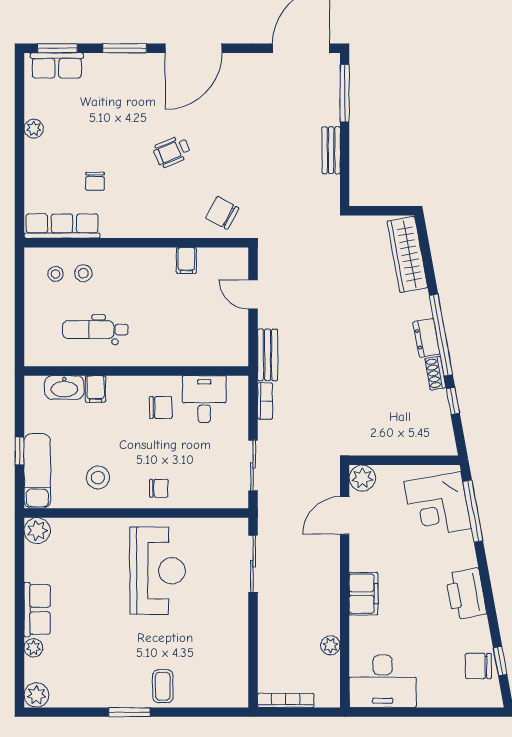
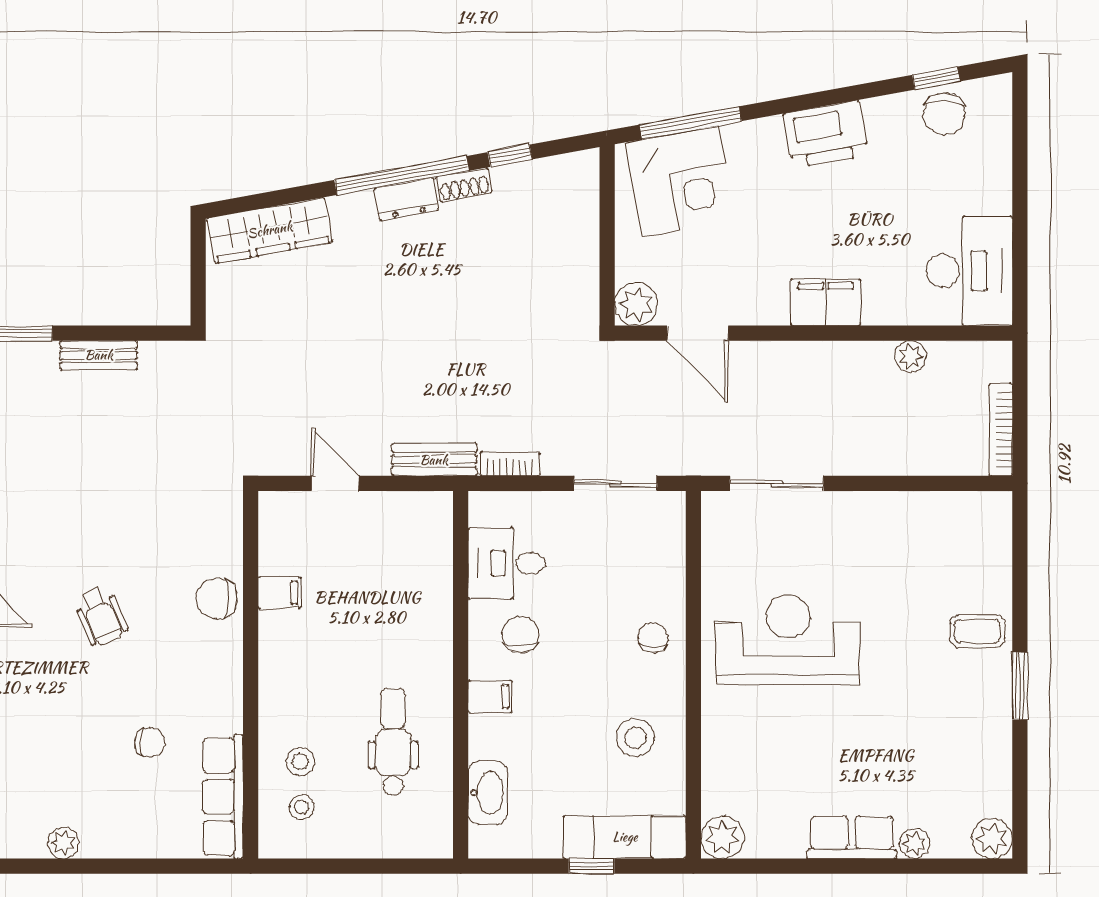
chair: (222, 213) -> (217, 599), moved, turned 62
door: (253, 294) -> (335, 483), swing flipped
dental chair: (95, 330) -> (393, 742), turned 180
filing cabinet: (96, 389) -> (490, 697), moved

